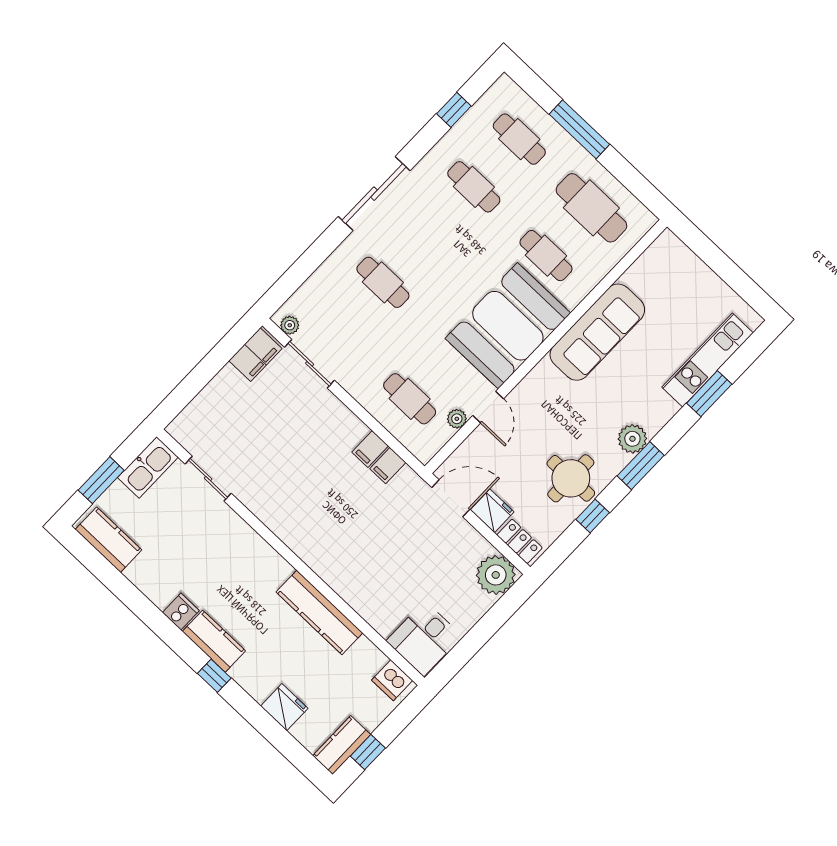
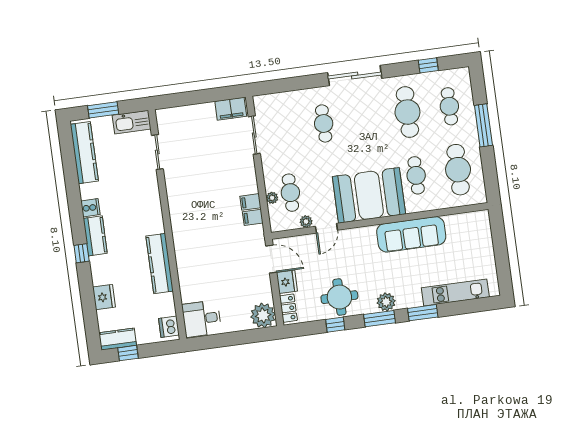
cafe table: (474, 187) -> (407, 112), width x1.37, depth x1.35
plant: (290, 325) -> (272, 198), moved
window: (709, 394) -> (423, 313), moved
kitchen counter: (108, 540) -> (84, 153), width x1.50

